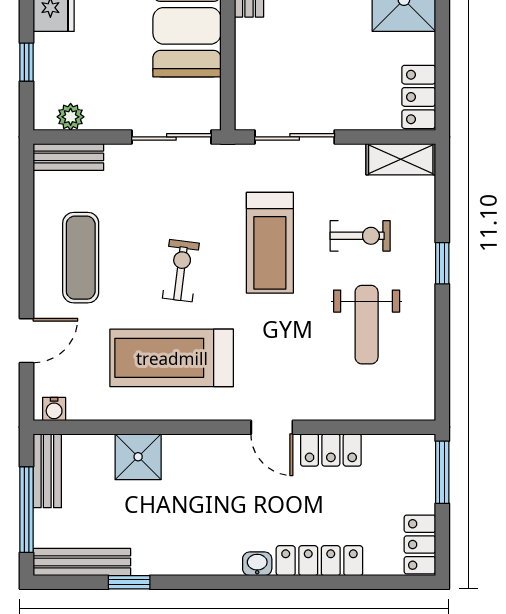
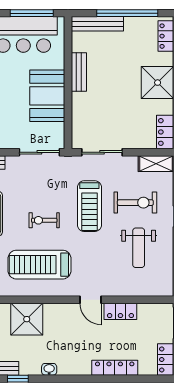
exercise bike: (360, 236) -> (135, 203), width x1.38, depth x1.39
exercise bike: (181, 271) -> (44, 220), turned -97
shower: (138, 457) -> (27, 319), width x1.36, depth x1.36
washbasin: (257, 564) -> (49, 369), moved

